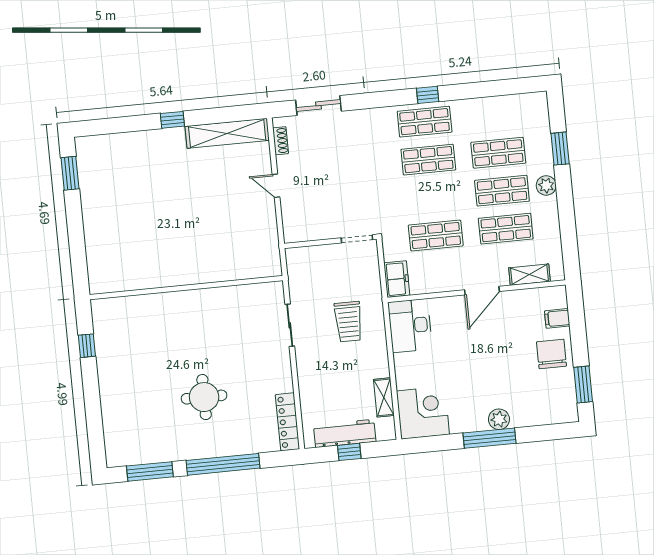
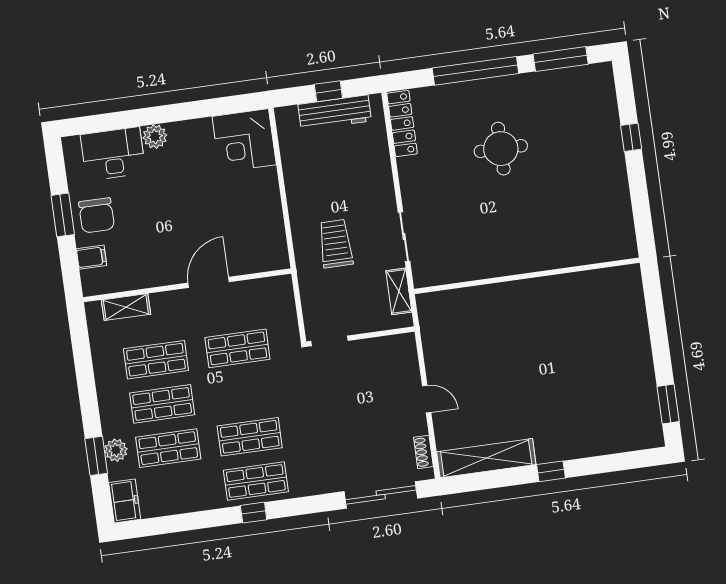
sliding door: (318, 106) -> (381, 495), width x1.37
plant: (546, 185) -> (116, 450), moved
freezer: (397, 279) -> (125, 501), moved, turned 180
door: (482, 291) -> (209, 282), moved
desk: (410, 326) -> (113, 154), moved, turned -90
window: (87, 346) -> (631, 137), moved
window: (583, 384) -> (63, 215), moved
shelving: (384, 397) -> (399, 291), moved
window: (490, 438) -> (165, 114), removed

